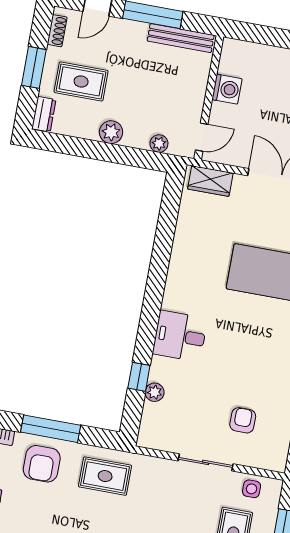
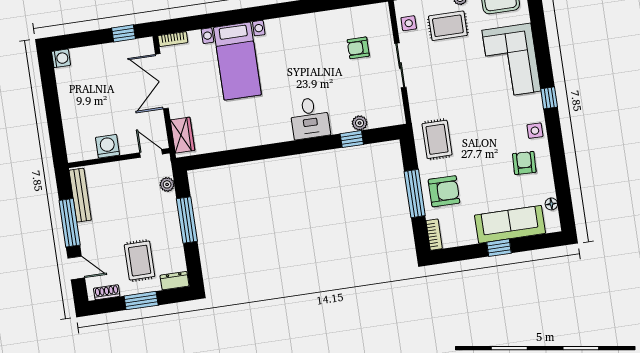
plant: (111, 132) -> (171, 224), removed
window: (110, 153) -> (187, 220), added

